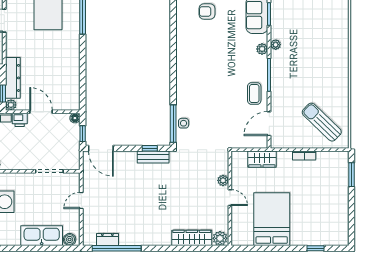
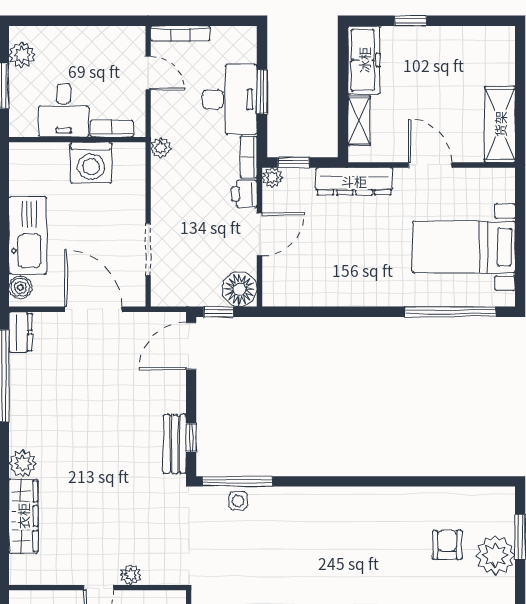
dresser: (13, 78) -> (354, 181), moved
floor lamp: (75, 118) -> (239, 289), width x1.89, depth x1.89
door: (81, 200) -> (93, 309), width x1.88
plant: (220, 238) -> (22, 463), moved
dresser: (107, 239) -> (20, 332), moved

